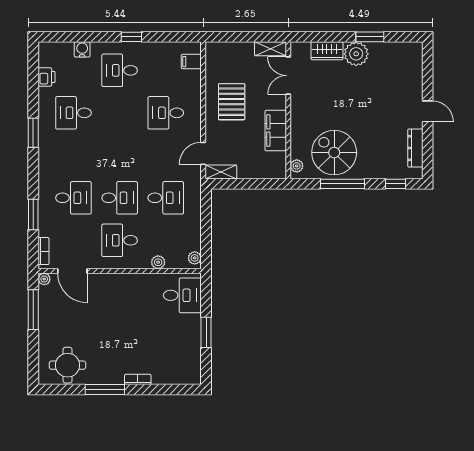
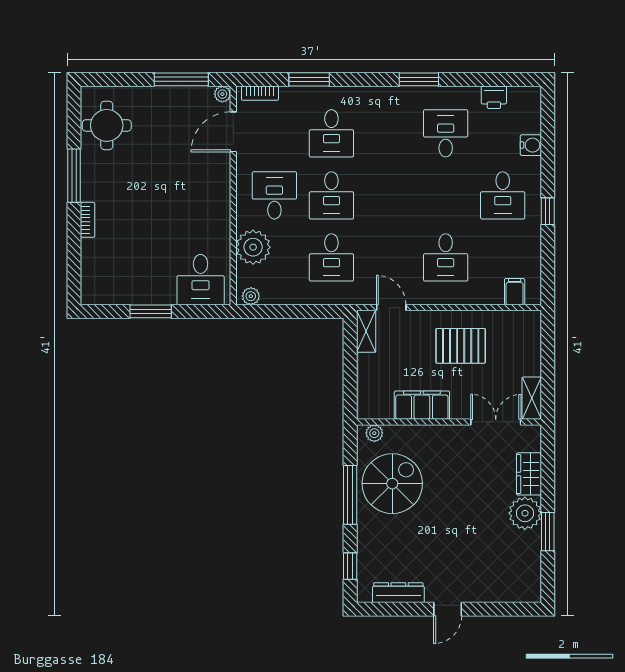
desk: (120, 70) -> (503, 195), turned 180
desk: (166, 113) -> (446, 257), turned 180
plant: (158, 262) -> (253, 247), width x1.87, depth x1.87

